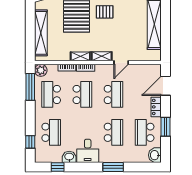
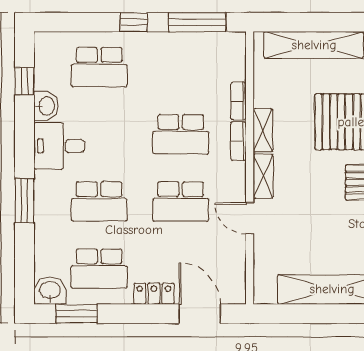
plant: (41, 70) -> (233, 45), removed
school desk: (51, 94) -> (181, 67), removed
window: (166, 127) -> (76, 314), moved
school desk: (145, 132) -> (99, 269), turned 180
window: (30, 142) -> (134, 22), moved

